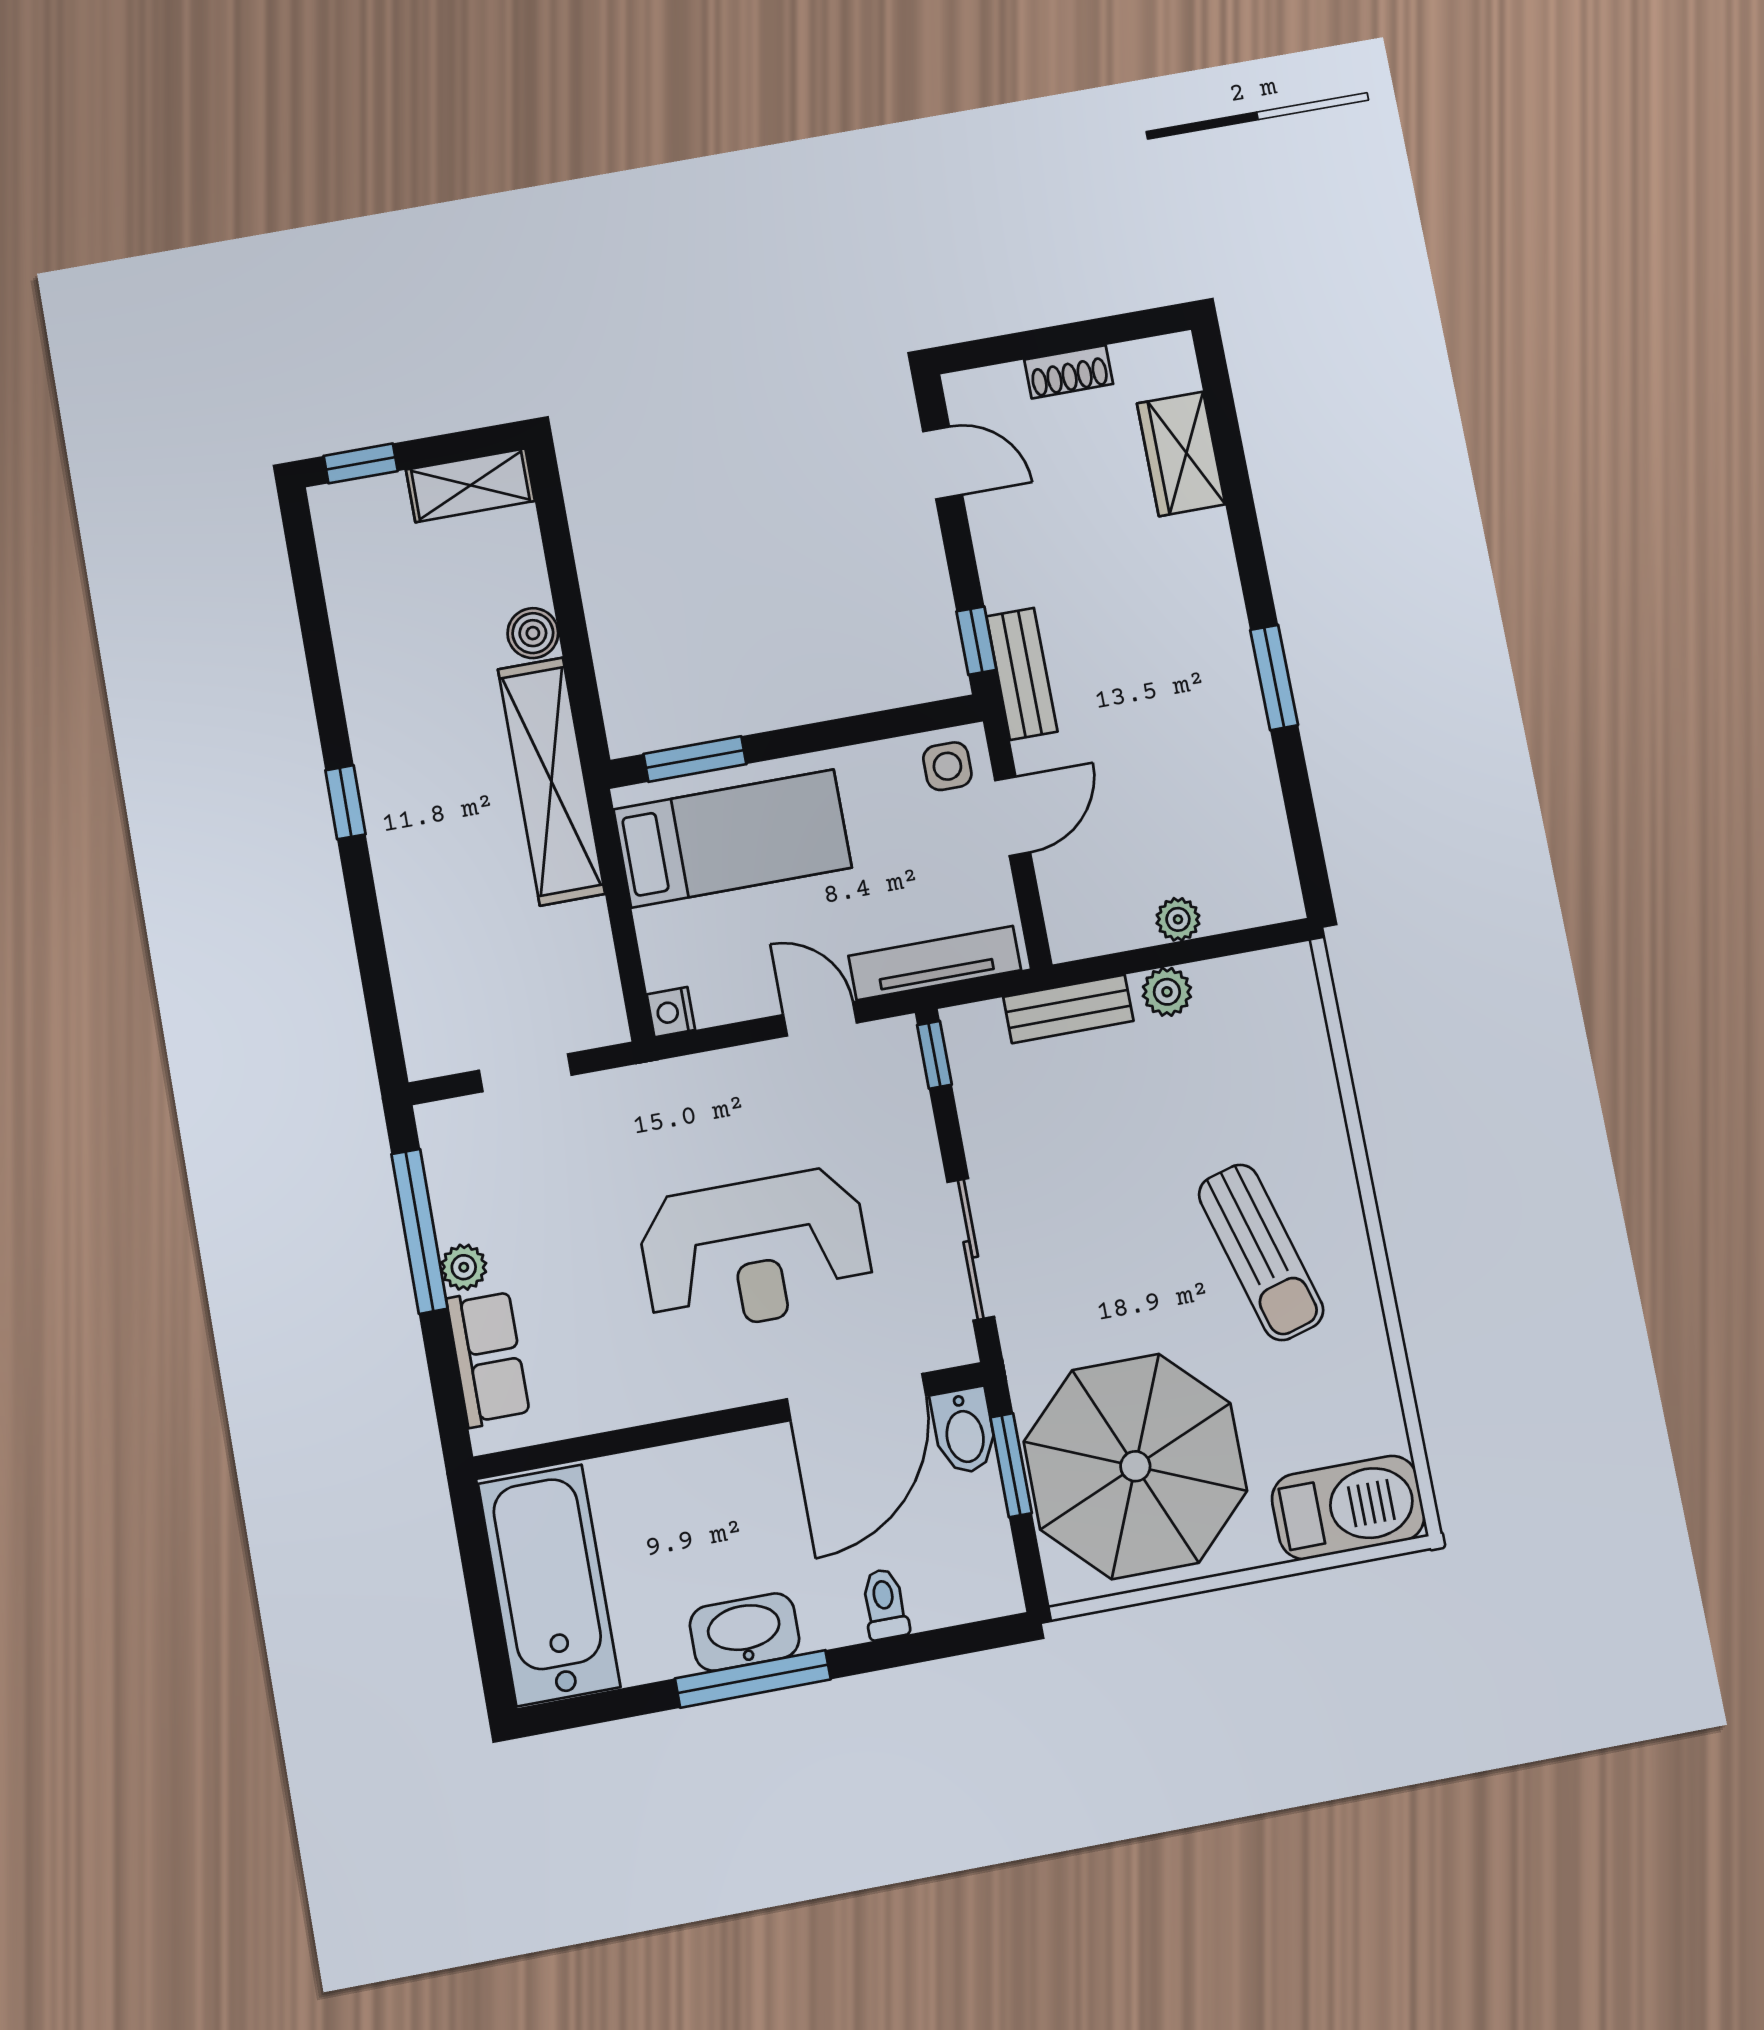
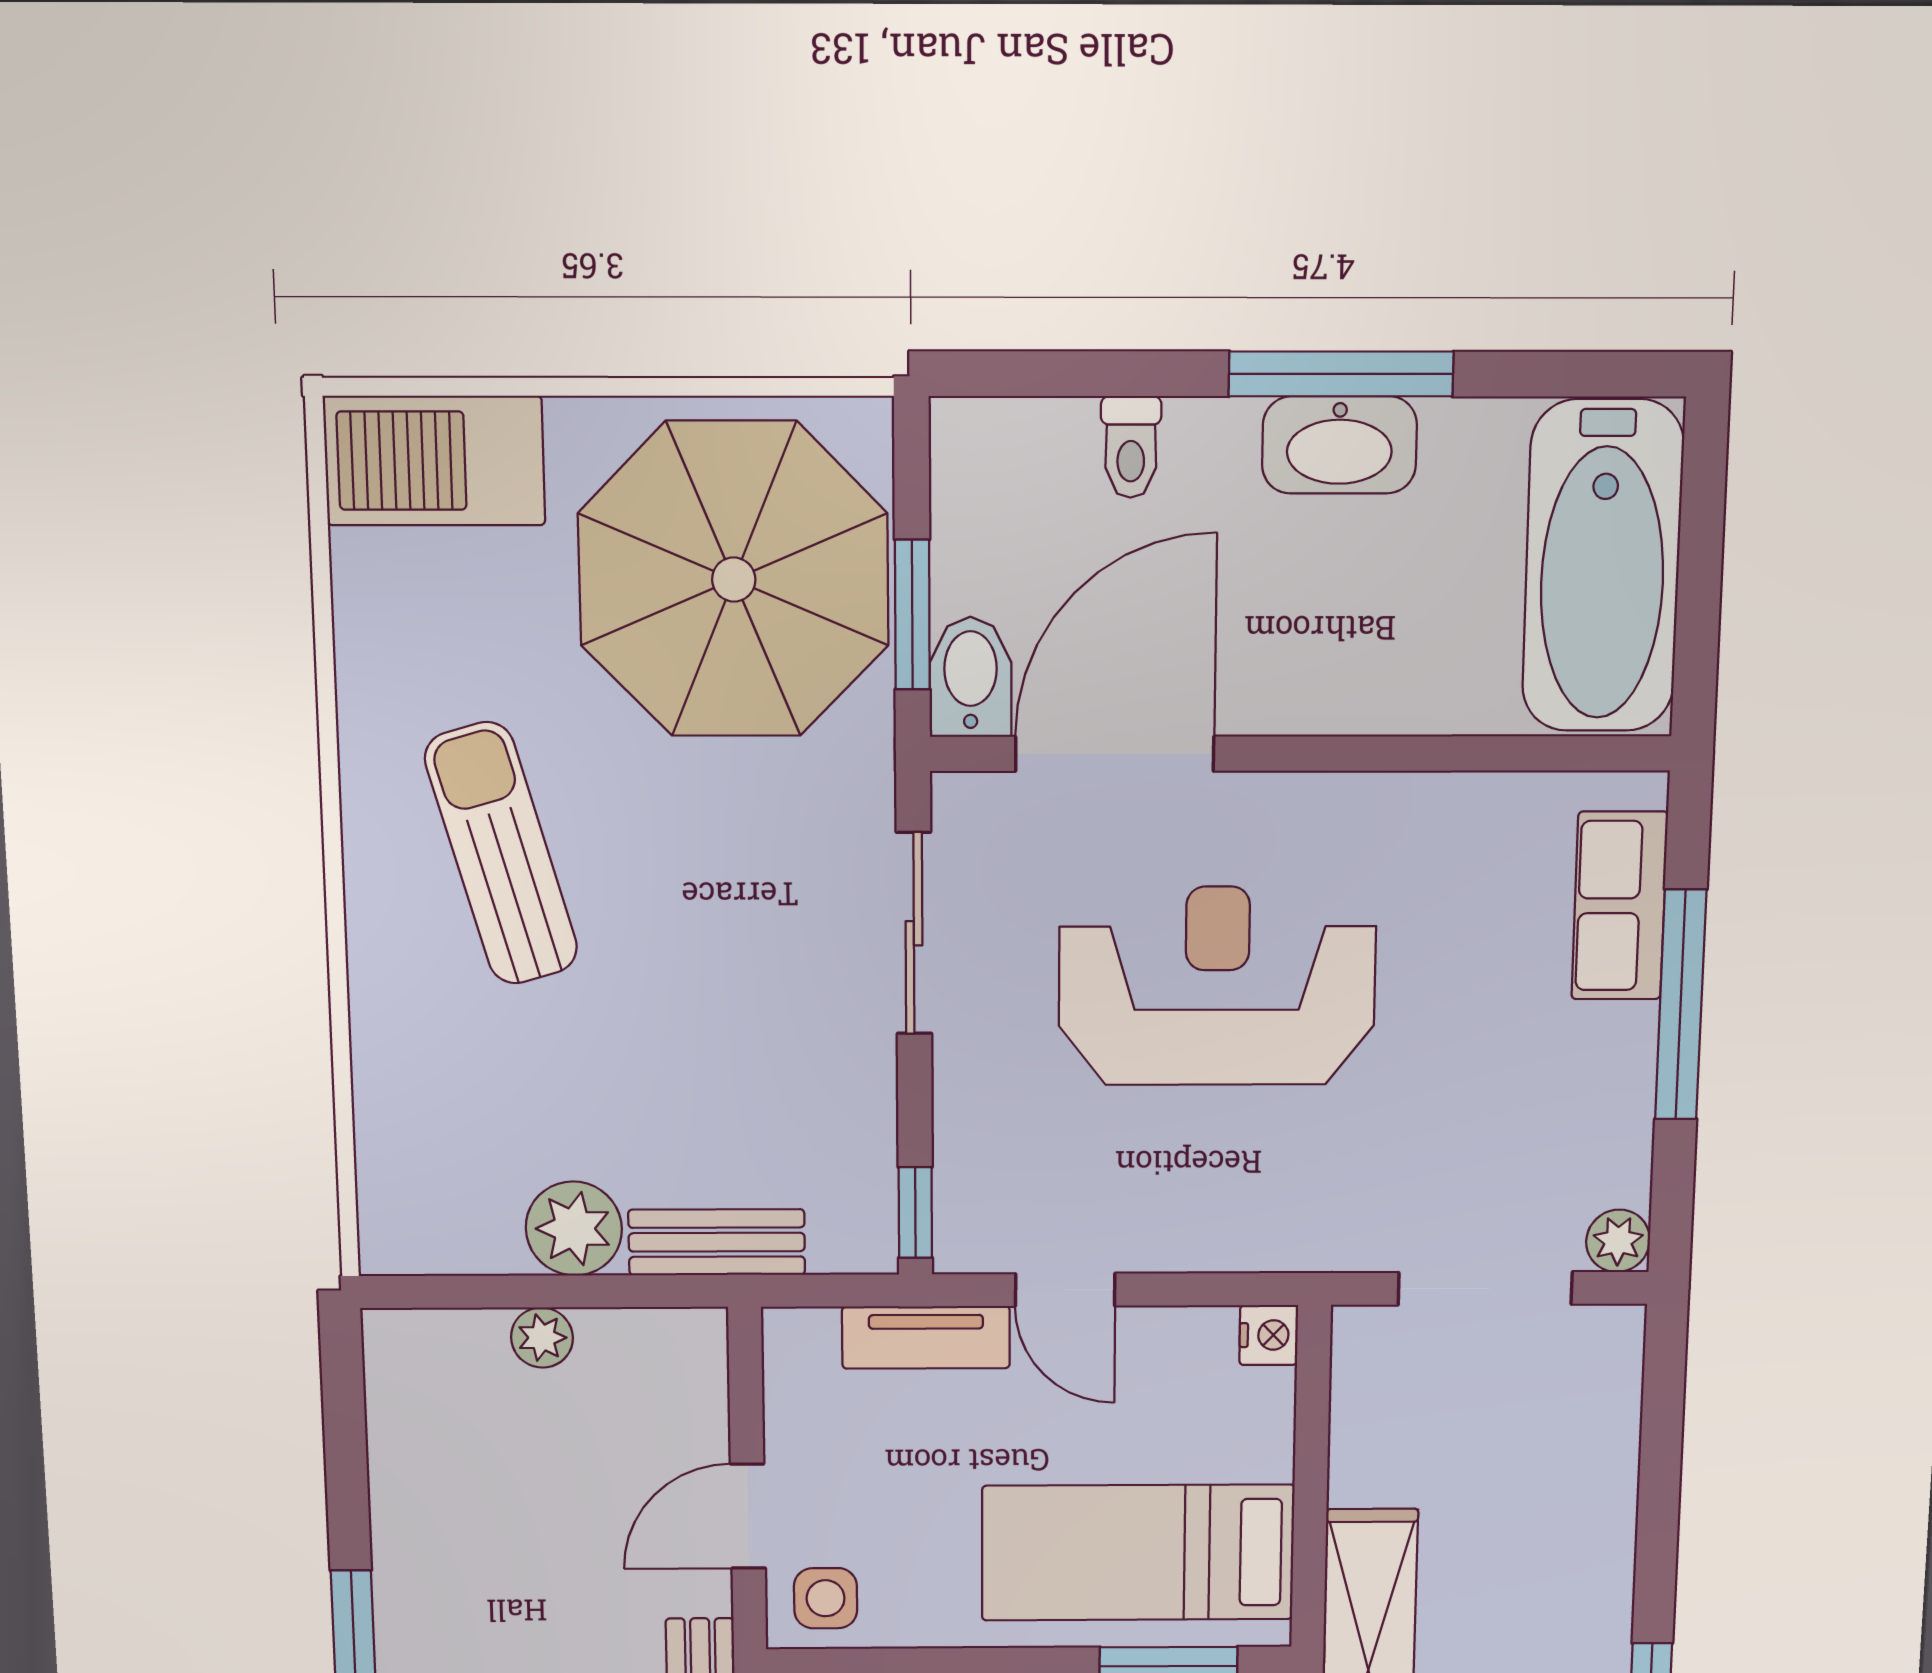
tv unit: (935, 963) -> (926, 1337), width x0.71
plant: (1167, 992) -> (574, 1229), width x1.38, depth x1.38
doorway: (525, 1073) -> (1485, 1288), width x1.38
window: (419, 1231) -> (1681, 1005), moved
plant: (464, 1267) -> (1618, 1241), moved

